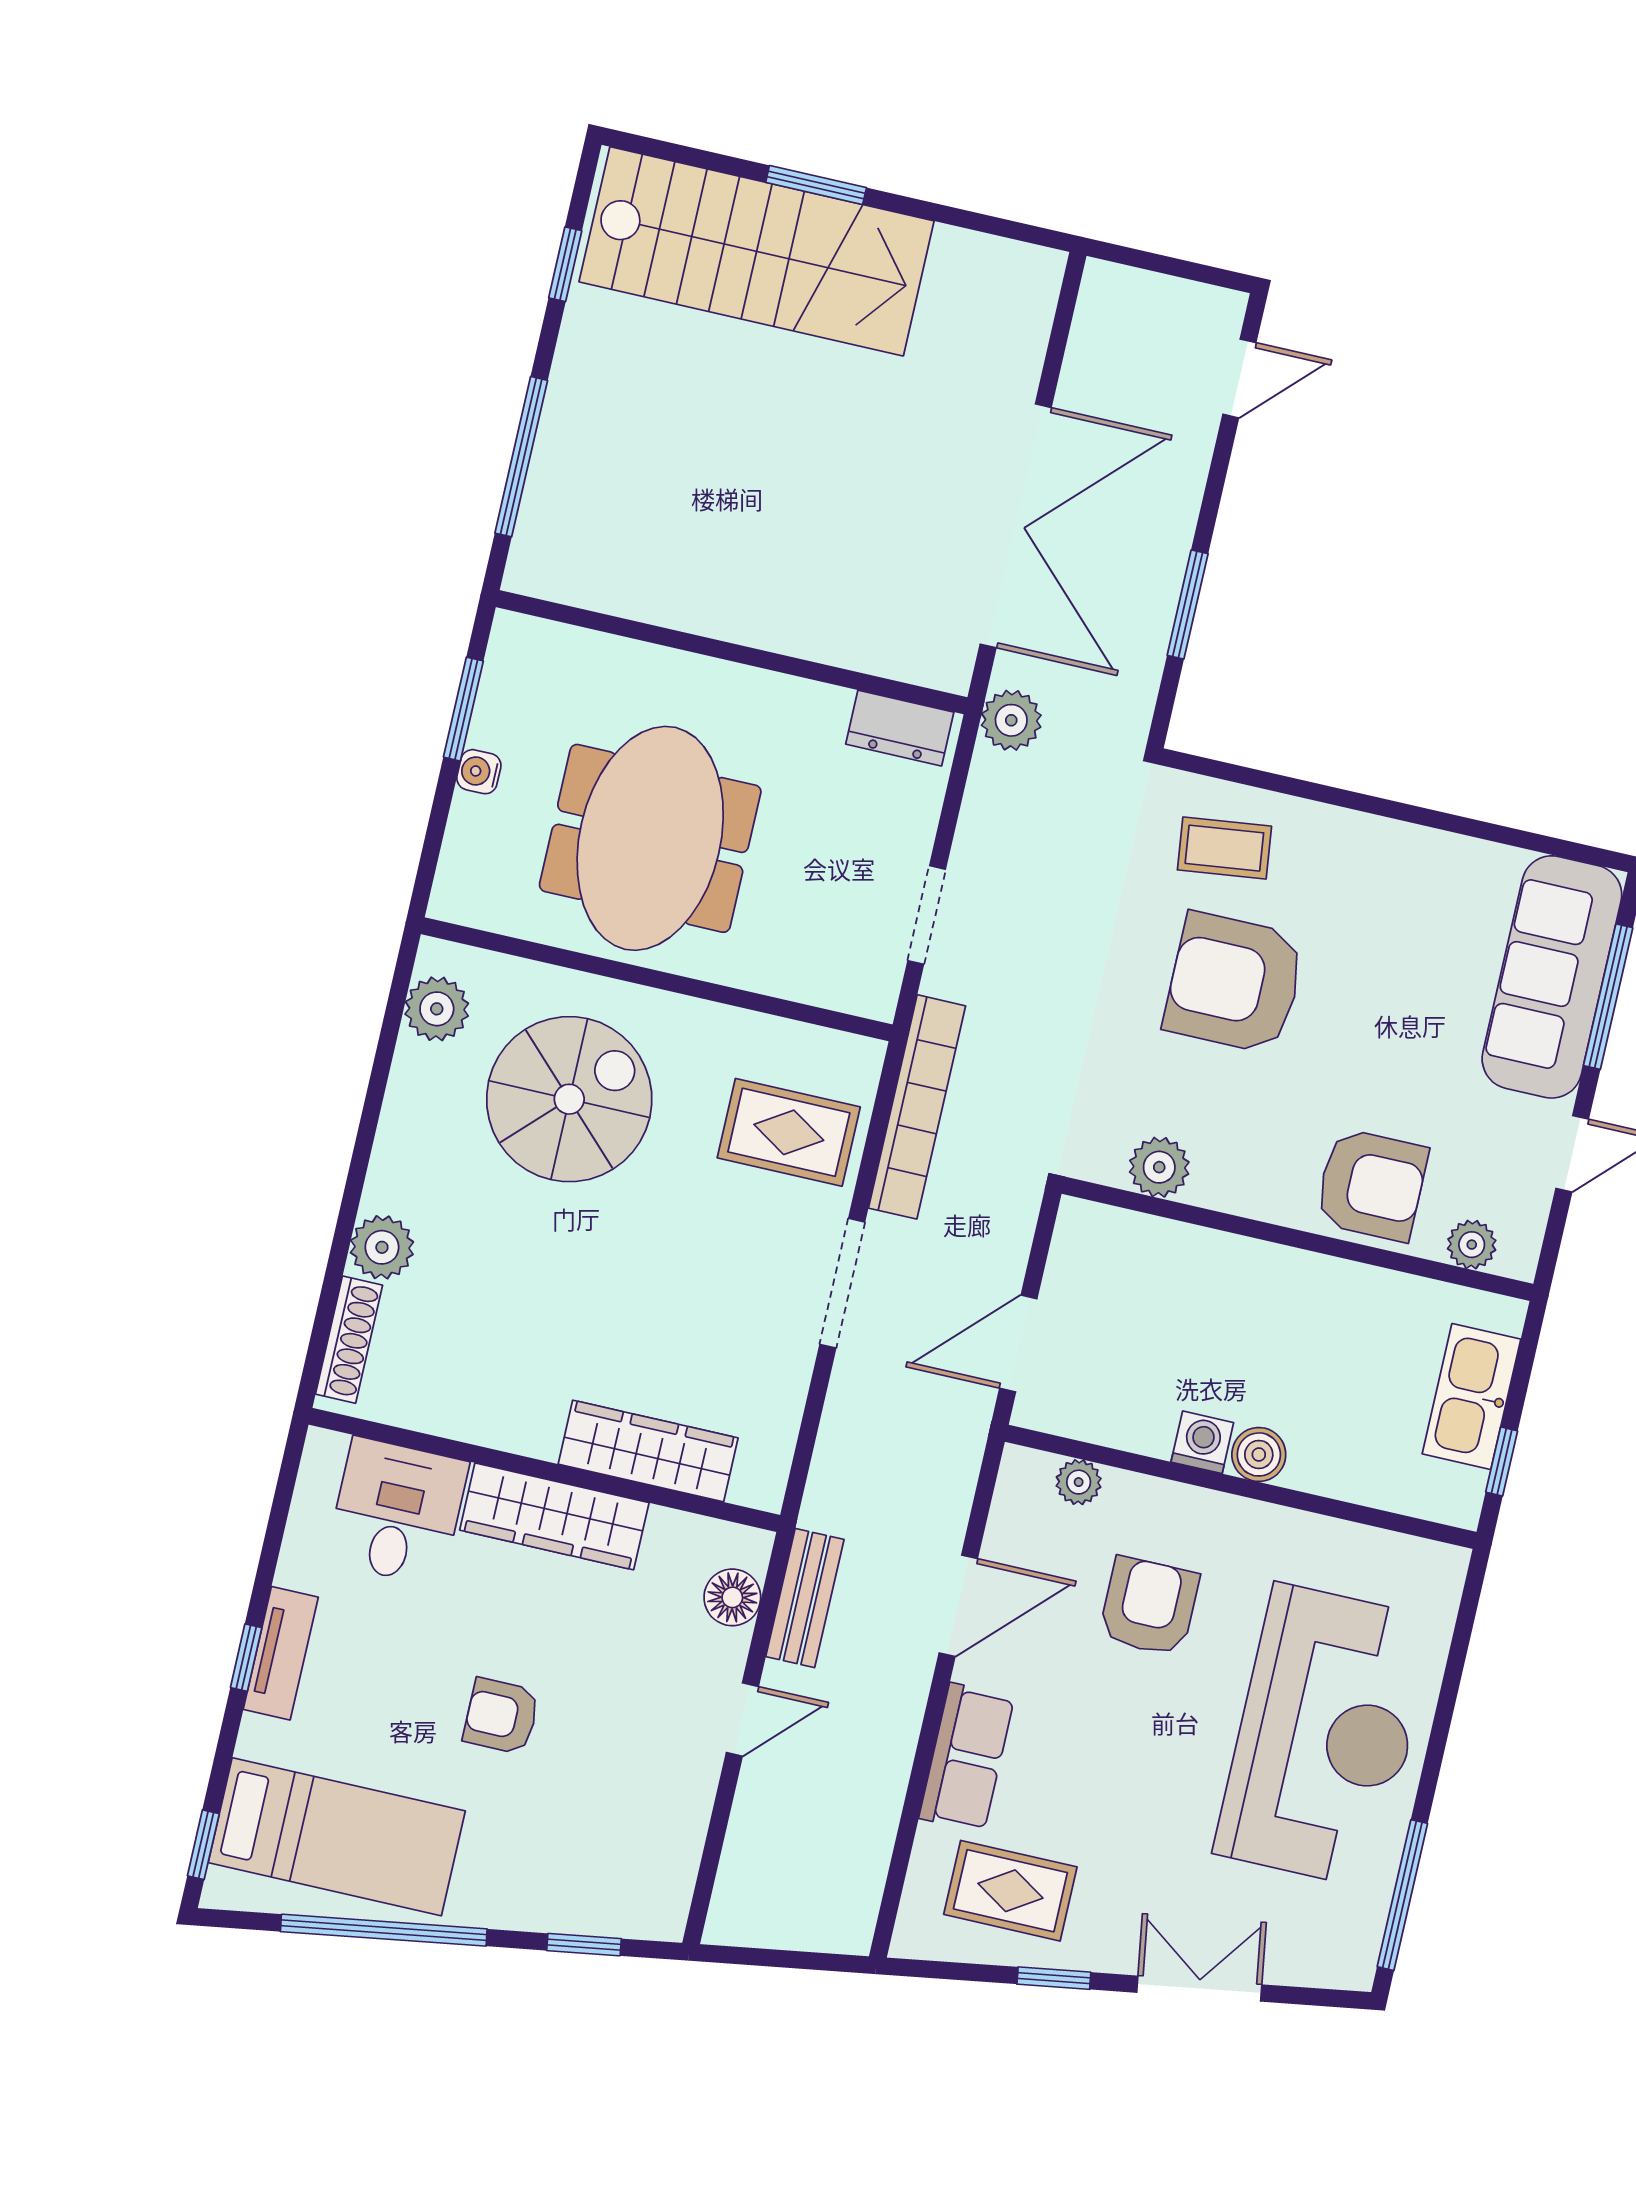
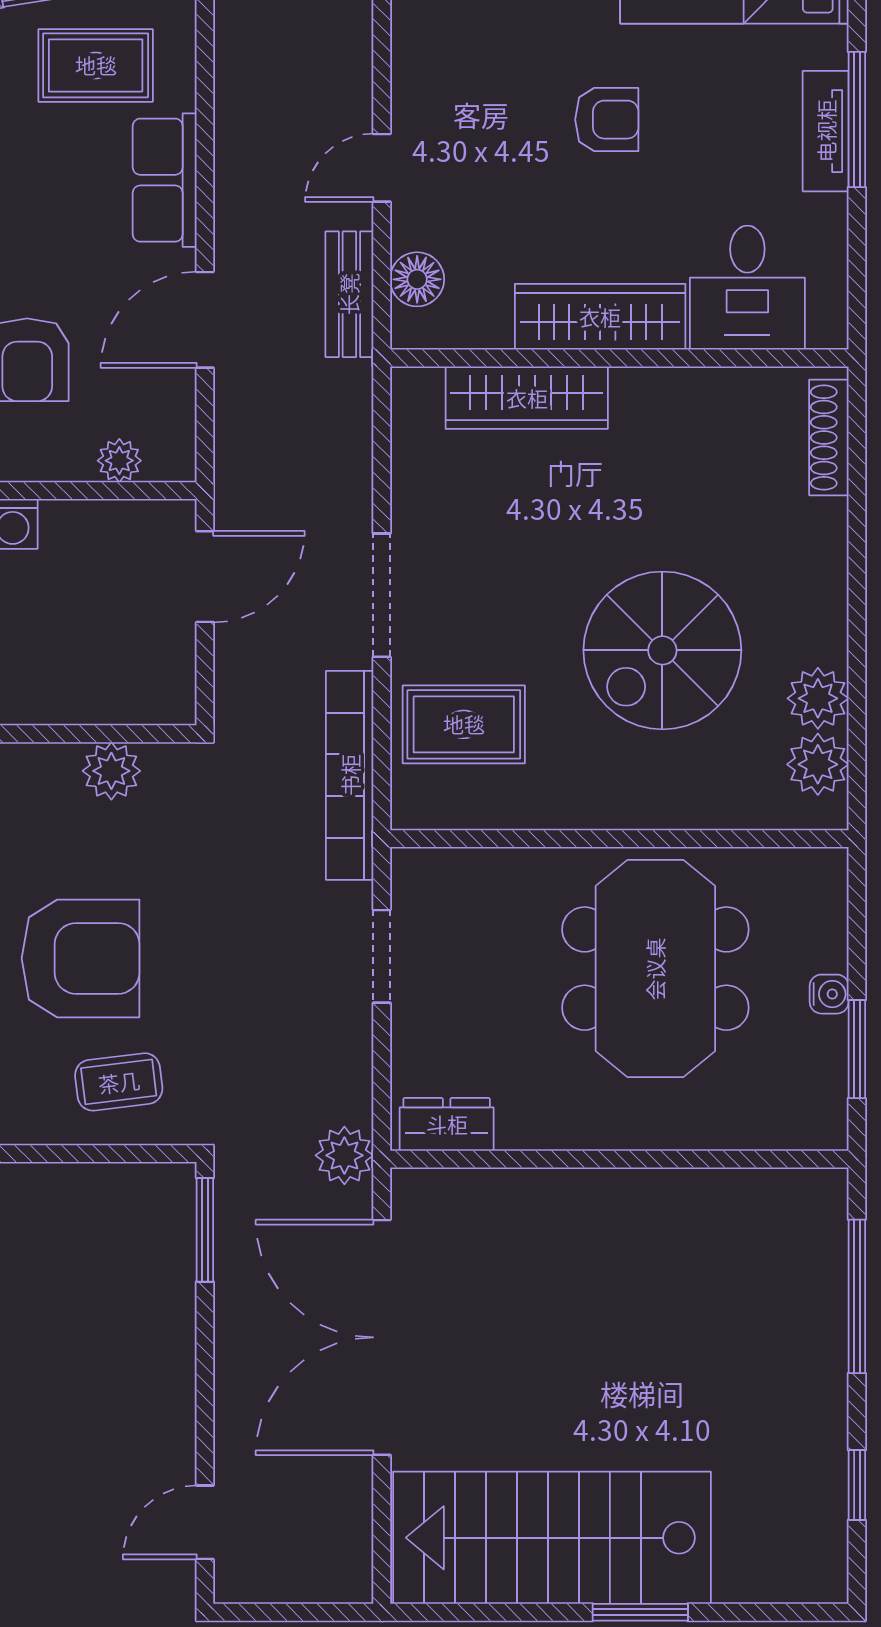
stairs: (757, 251) -> (552, 1538), moved
window: (1188, 604) -> (205, 1230), moved
spiral stairs: (569, 1099) -> (662, 650), moved
plant: (382, 1247) -> (818, 698), moved
window: (246, 1658) -> (857, 120), width x2.17

